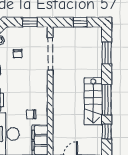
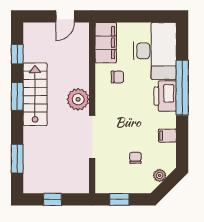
doorway: (50, 54) -> (92, 137), moved
plant: (61, 98) -> (78, 99), added
window: (107, 100) -> (17, 96), width x0.69

